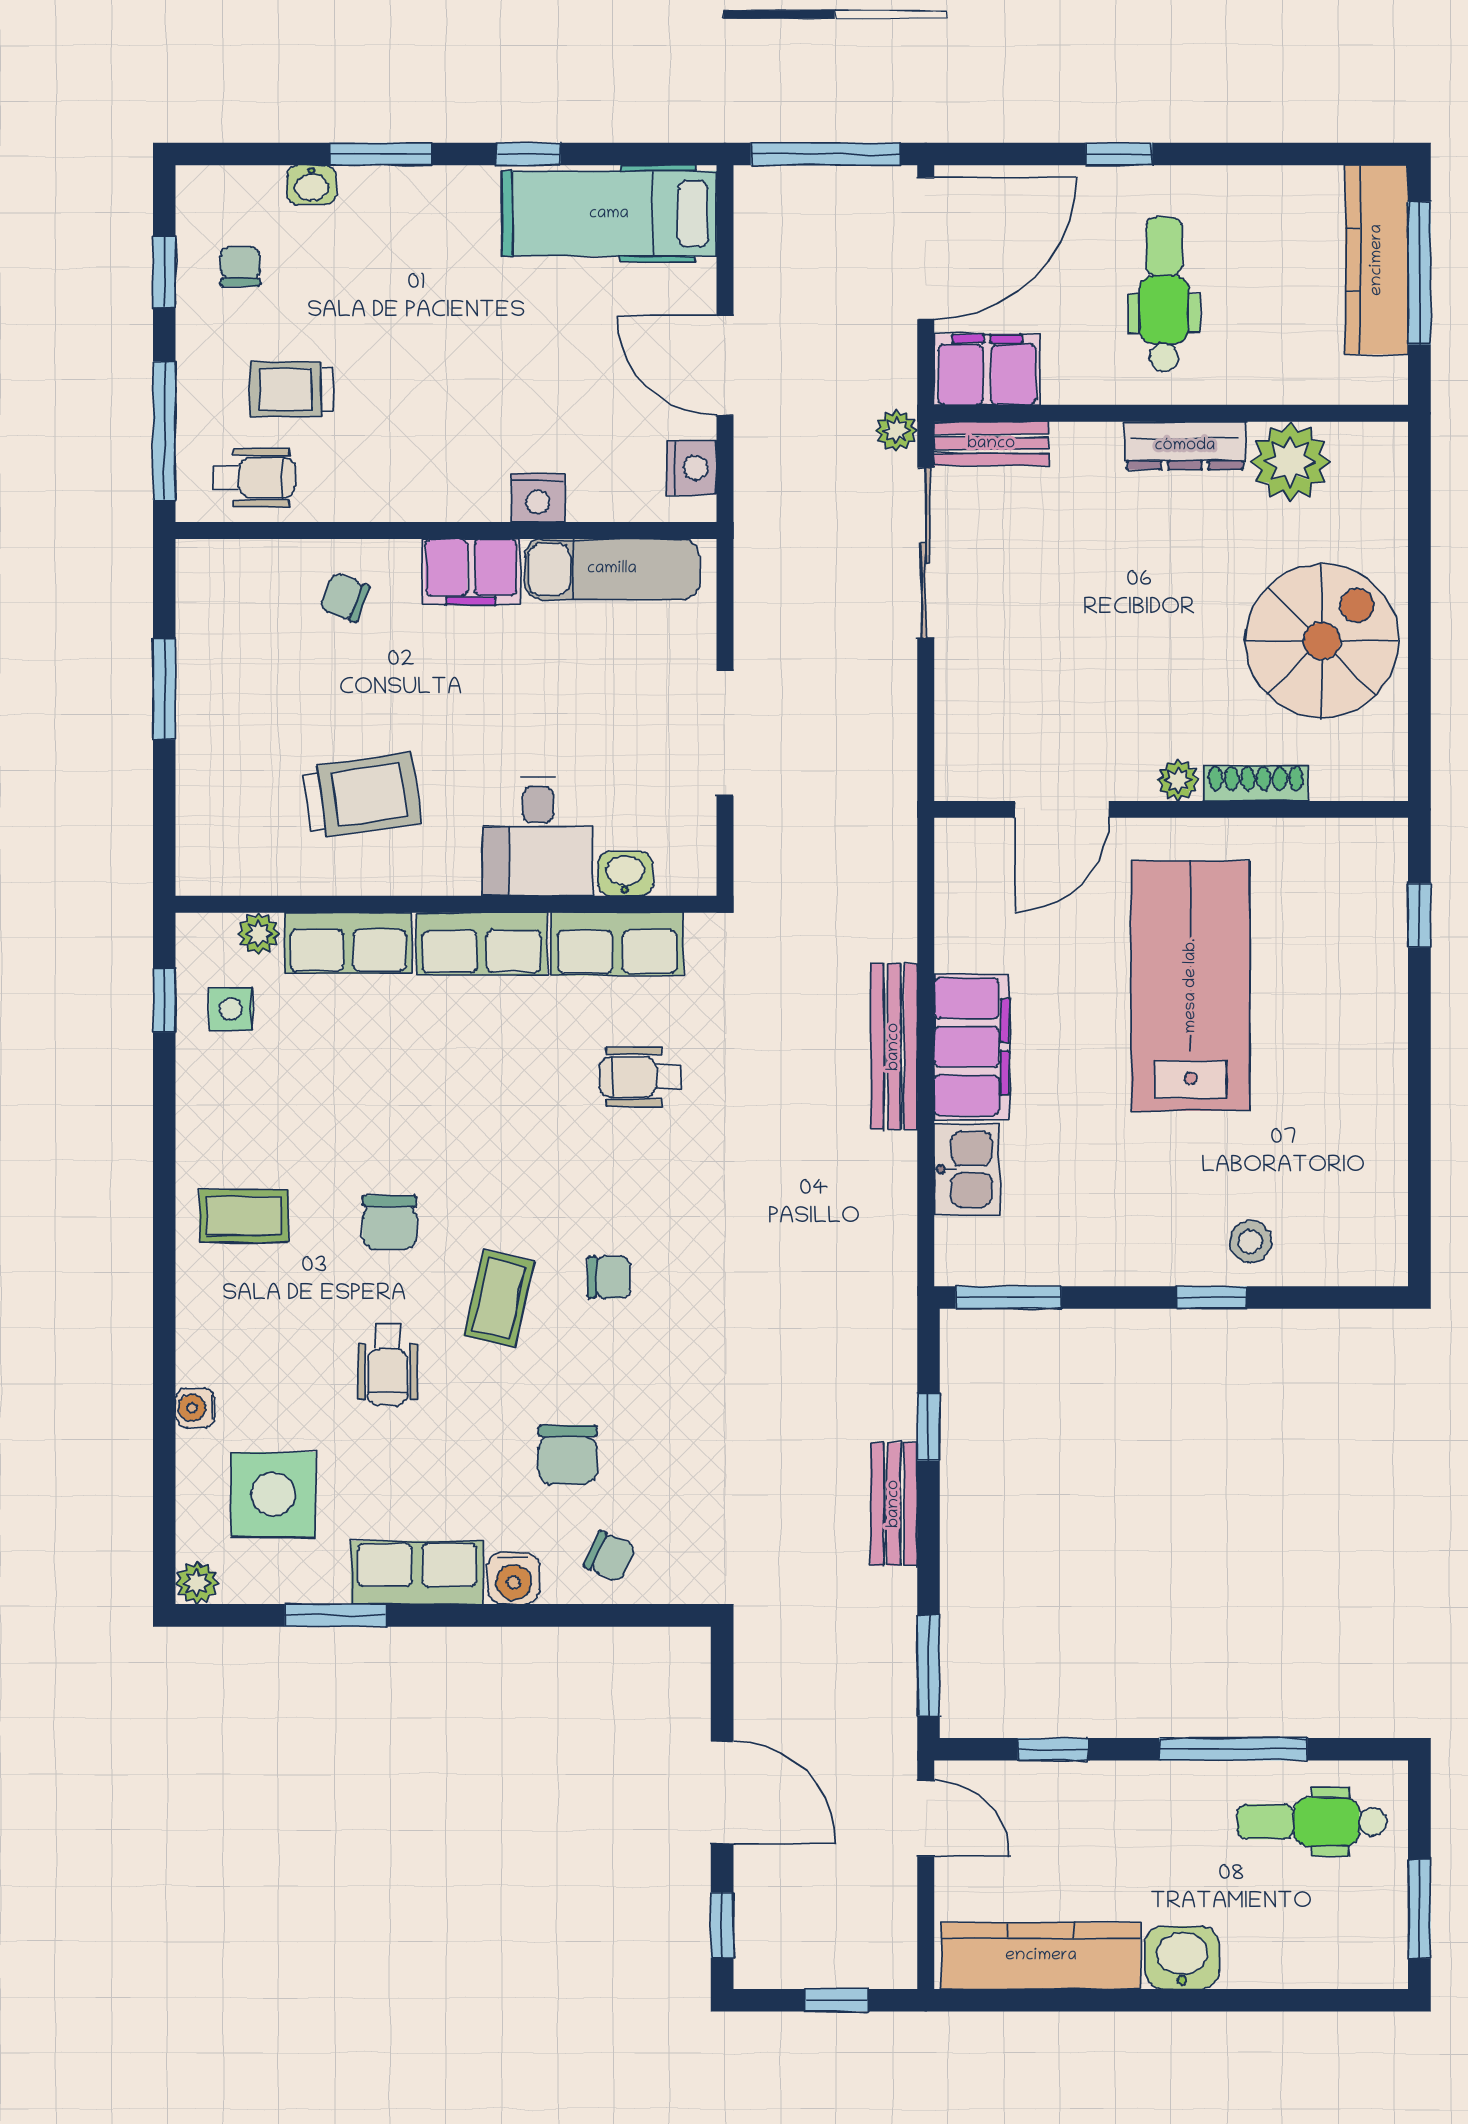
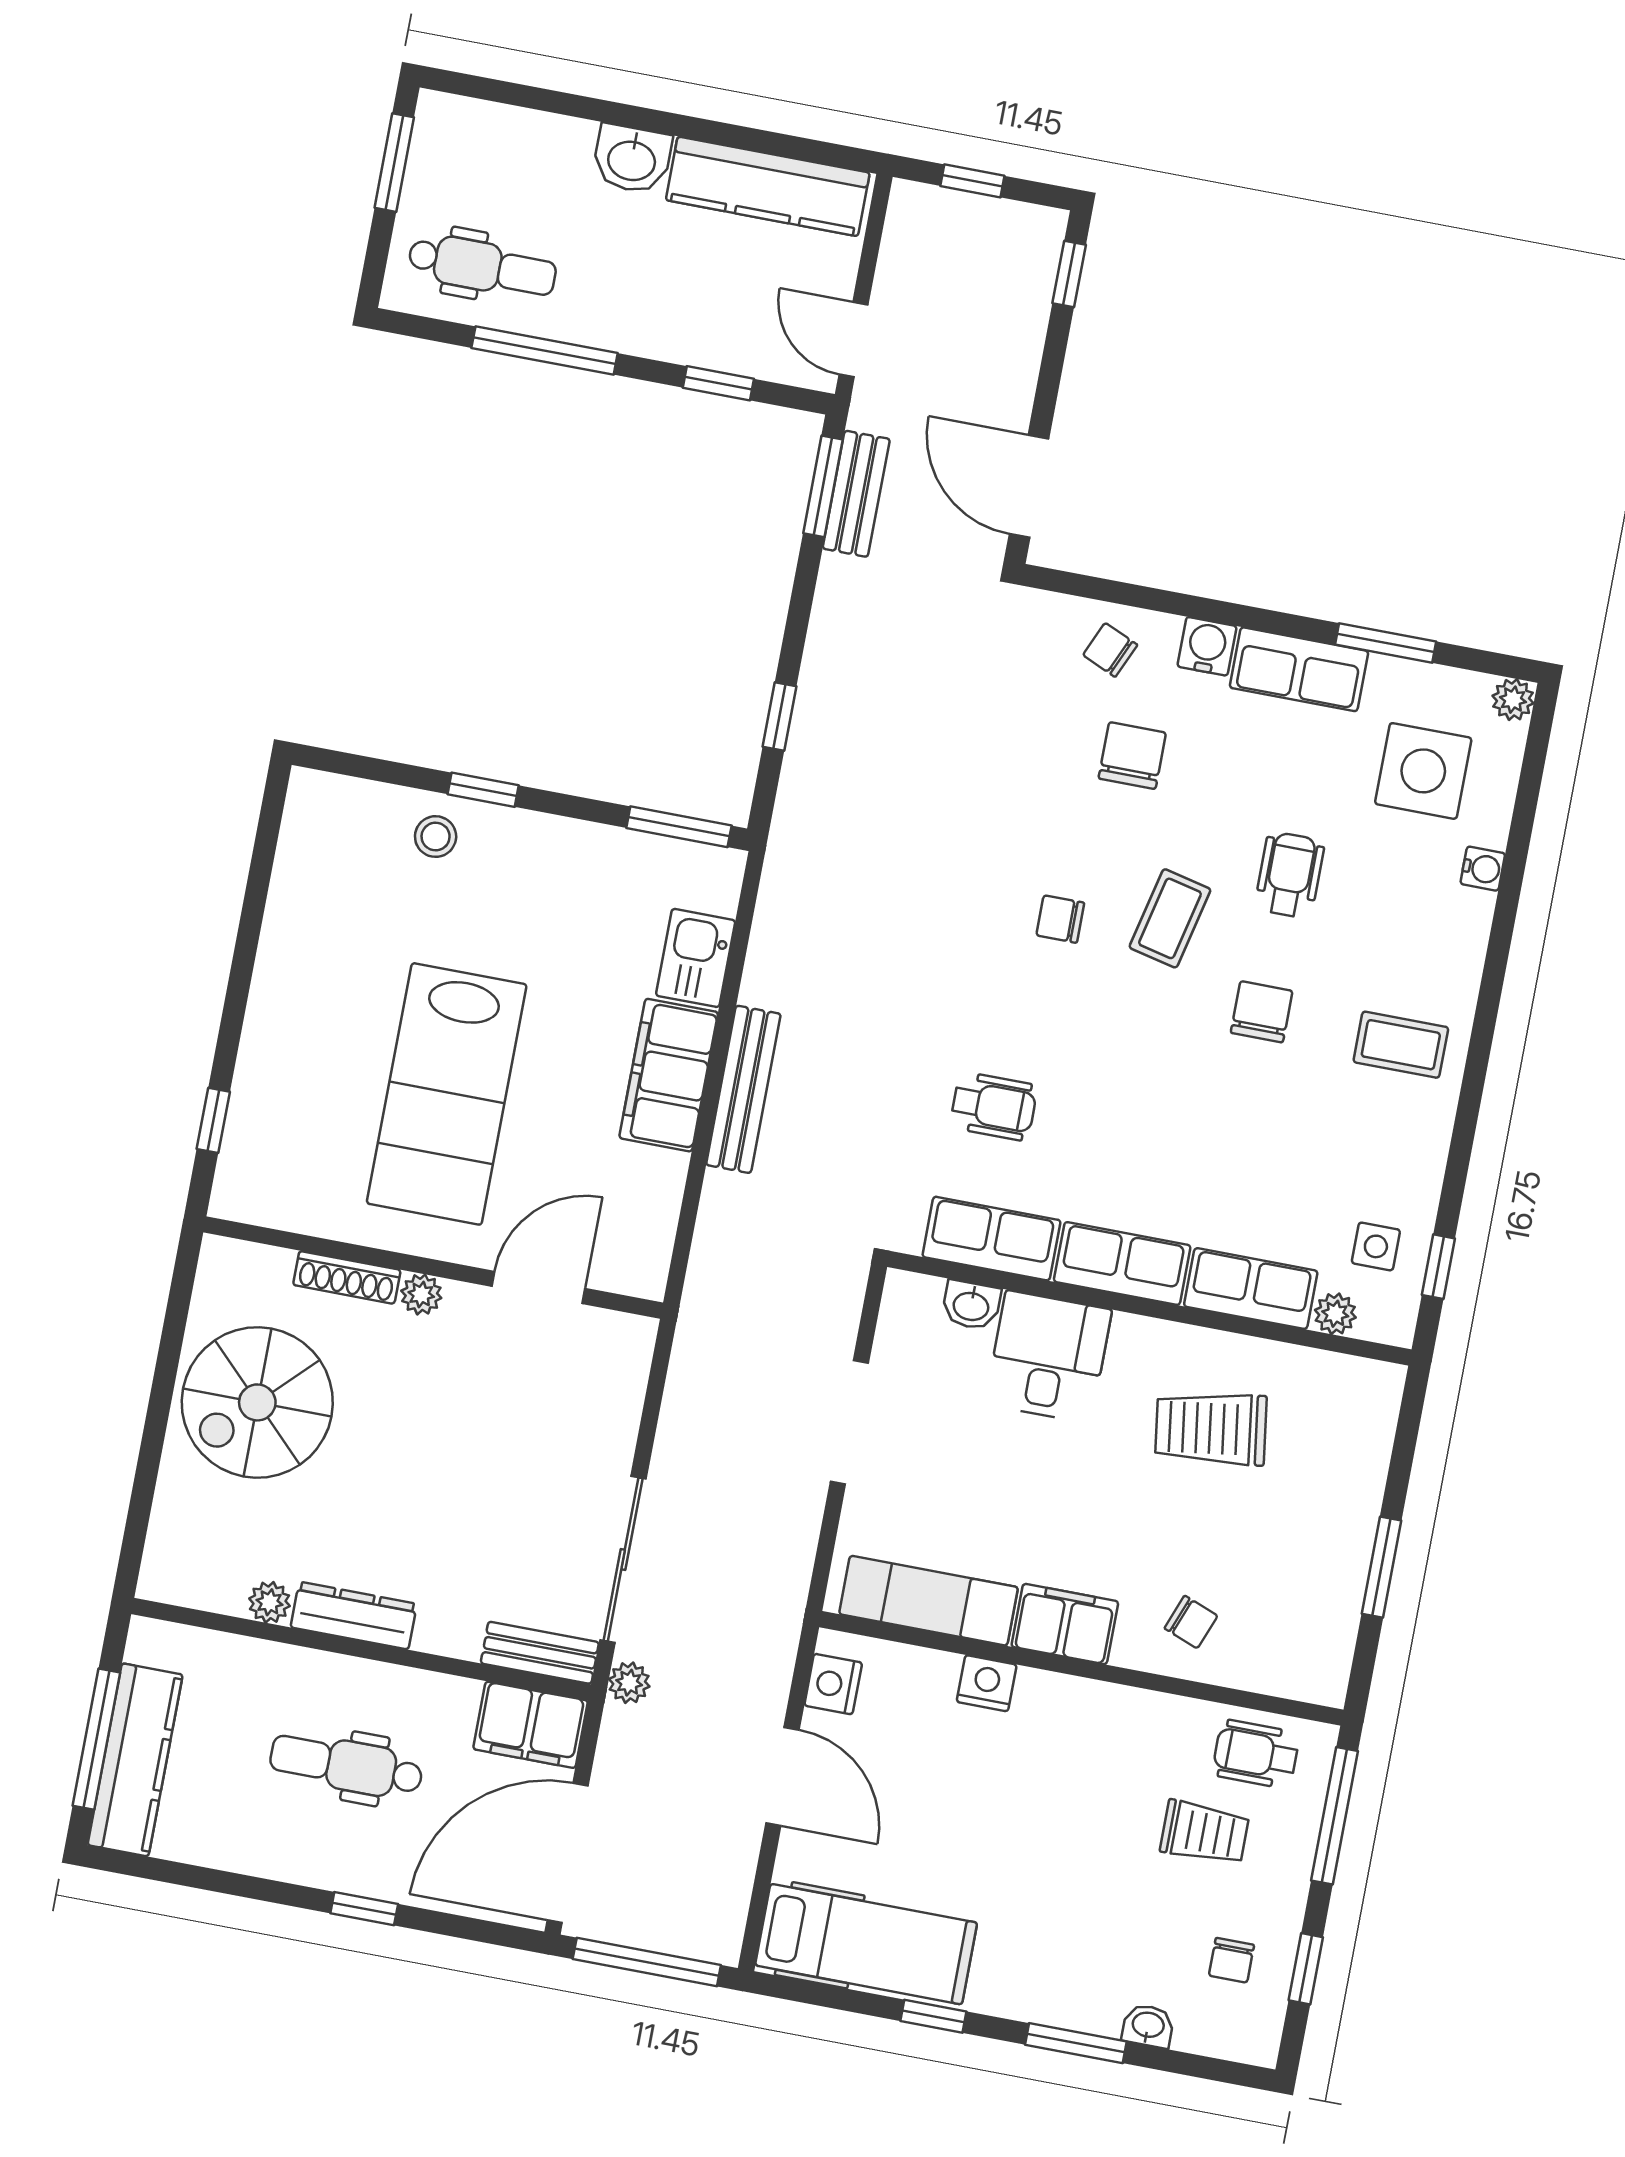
dental chair: (1164, 294) -> (346, 1765), turned 90
plant: (1290, 462) -> (269, 1602), width x0.53, depth x0.53
bench: (894, 1504) -> (856, 494), moved
door: (722, 1793) -> (1029, 486), moved

